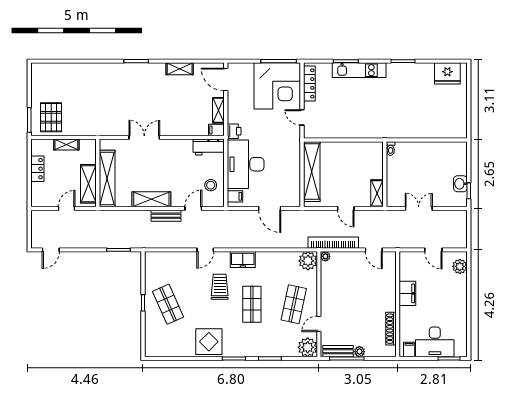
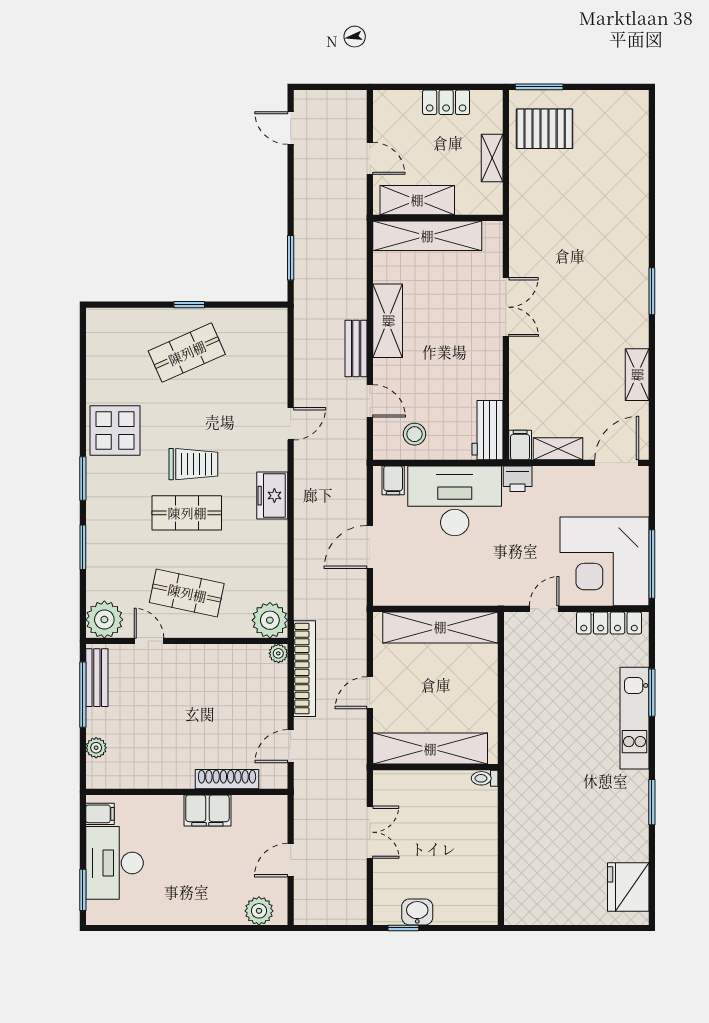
shelving: (377, 193) -> (430, 749), width x2.20, depth x1.33
door: (205, 250) -> (291, 424), swing flipped
trolley: (220, 287) -> (193, 464), moved
shoe rack: (391, 329) -> (227, 779), moved
plant: (359, 352) -> (96, 748), moved

